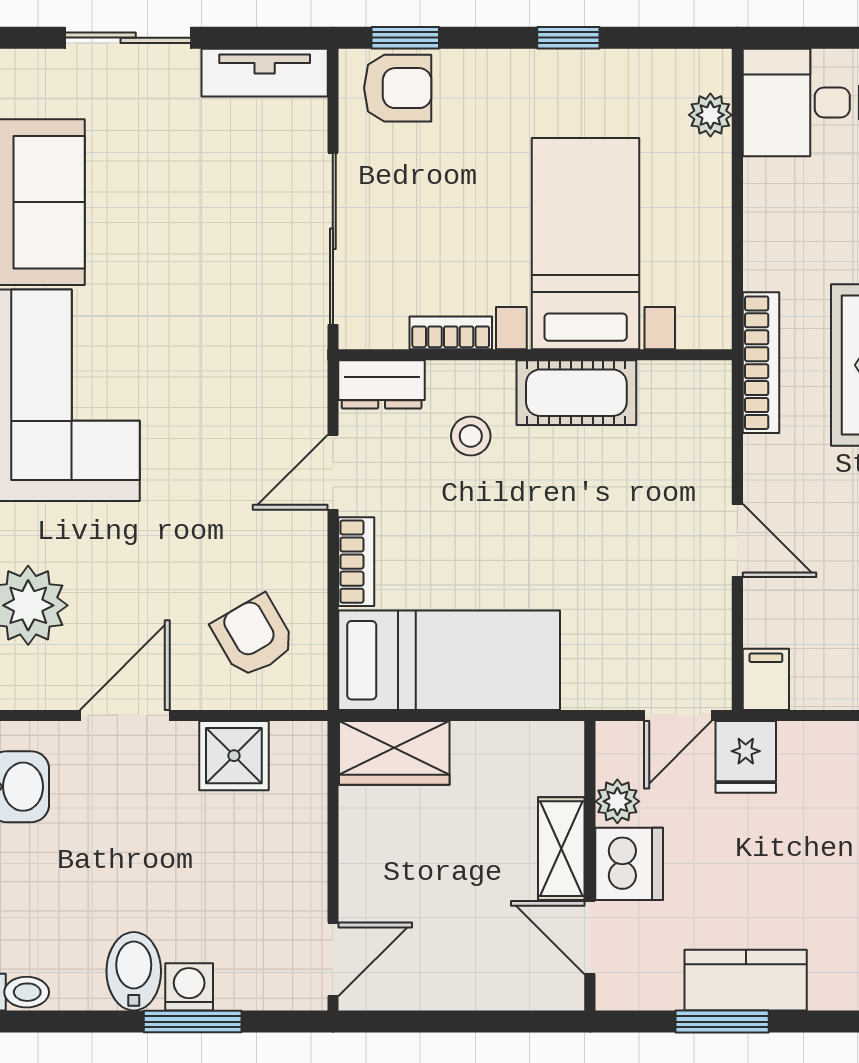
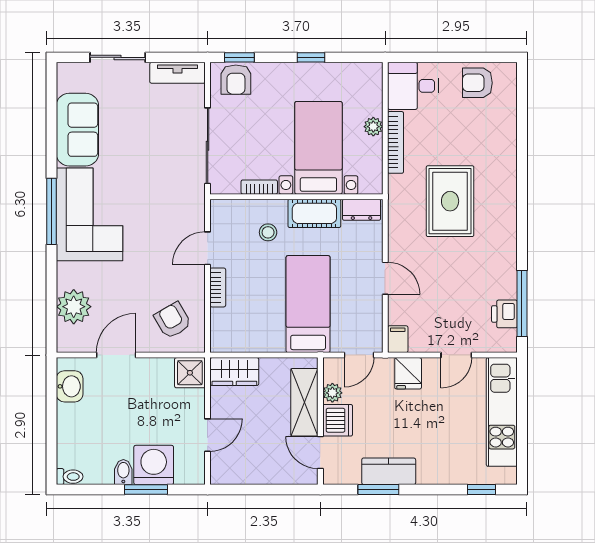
armchair: (398, 88) -> (236, 80), turned 90
plant: (710, 115) -> (373, 127), moved
bookcase: (761, 363) -> (395, 142), moved
dresser: (382, 384) -> (362, 210), moved
bed: (449, 660) -> (308, 304), moved, turned -90
shower: (234, 756) -> (190, 373), moved
fridge: (746, 757) -> (408, 373), moved
shelving: (561, 849) -> (304, 402), width x1.50, depth x1.33
door: (333, 959) -> (208, 435), moved
bidet: (134, 971) -> (123, 472), width x0.72, depth x0.74
washing machine: (189, 987) -> (154, 465), width x1.89, depth x1.89

